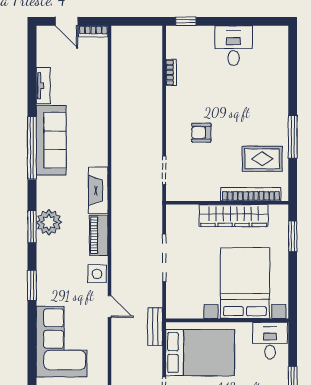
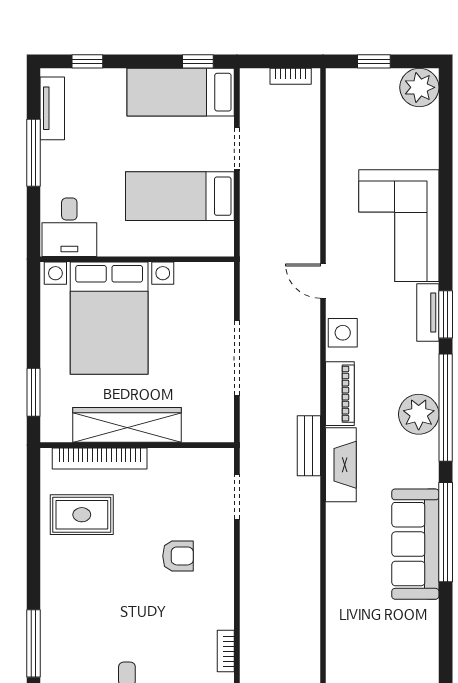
tv unit: (43, 86) -> (428, 313), moved
window: (293, 137) -> (33, 643), moved
window: (32, 227) -> (446, 408), width x2.11
bench: (155, 327) -> (309, 446), moved
bed: (200, 353) -> (180, 196), width x0.67

